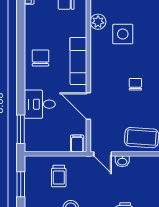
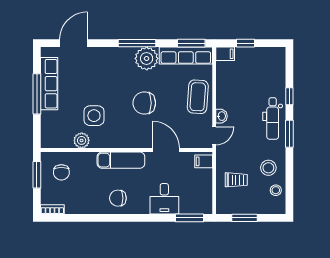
chair: (135, 84) -> (144, 103), width x1.87, depth x1.87
door: (88, 106) -> (166, 150), swing flipped

